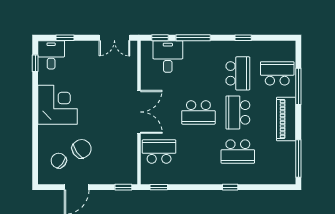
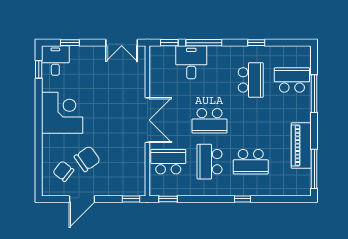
desk: (168, 56) -> (191, 62), moved
school desk: (238, 112) -> (209, 162), moved
piano: (286, 119) -> (301, 146), moved

